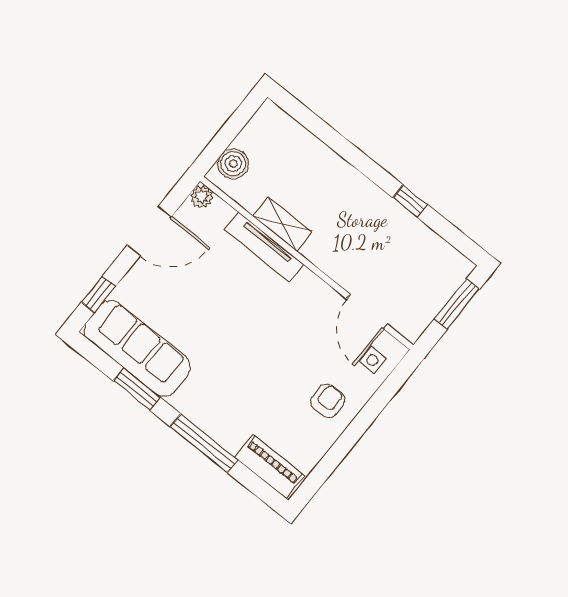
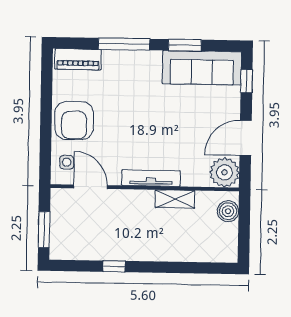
plant: (202, 197) -> (224, 172), width x1.87, depth x1.87
tv unit: (264, 247) -> (151, 178), moved
armchair: (328, 401) -> (74, 121), width x1.88, depth x1.88

